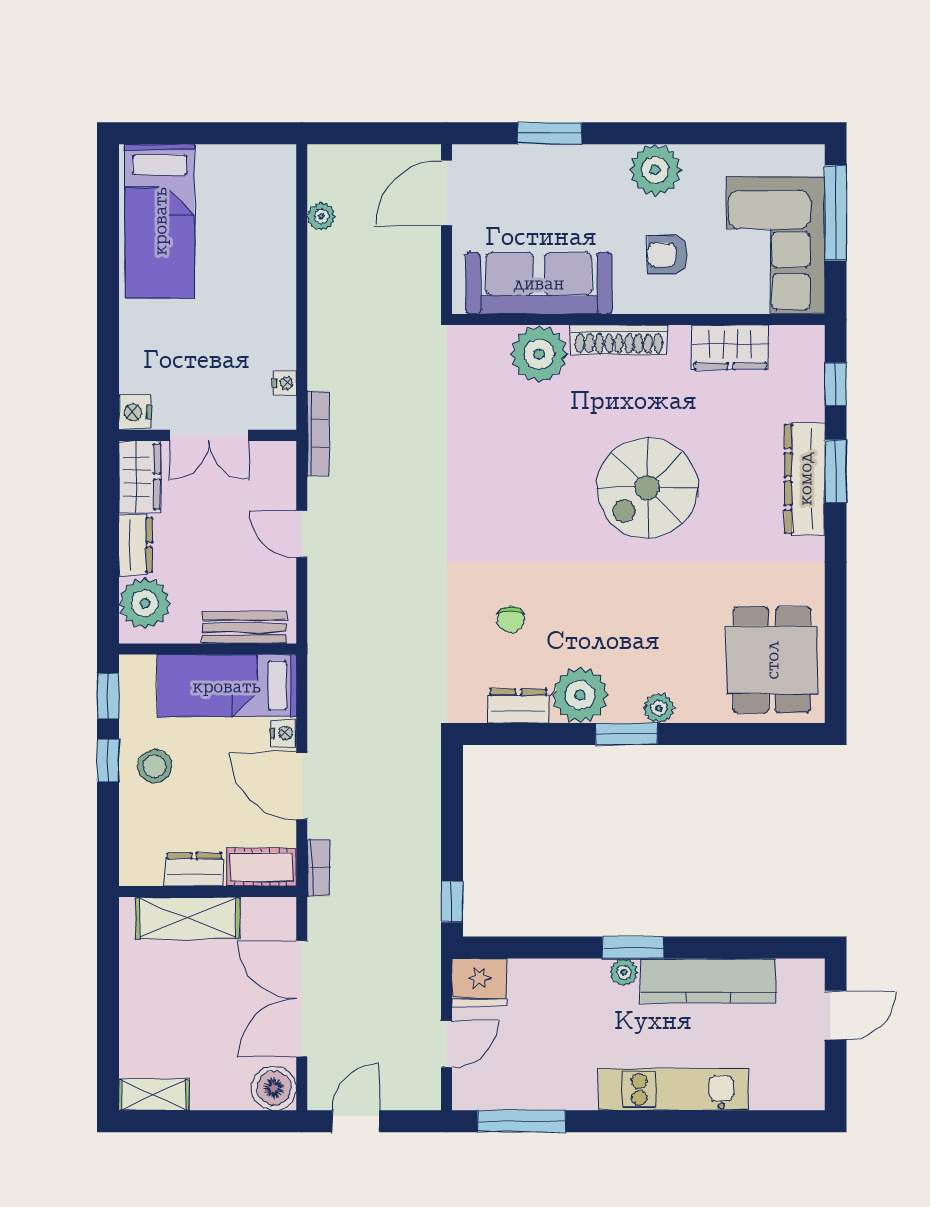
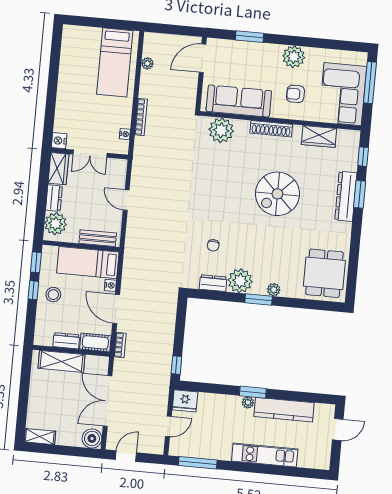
bed: (160, 221) -> (115, 62), moved
plant: (539, 354) -> (221, 130), moved
bookcase: (318, 433) -> (141, 117), moved

